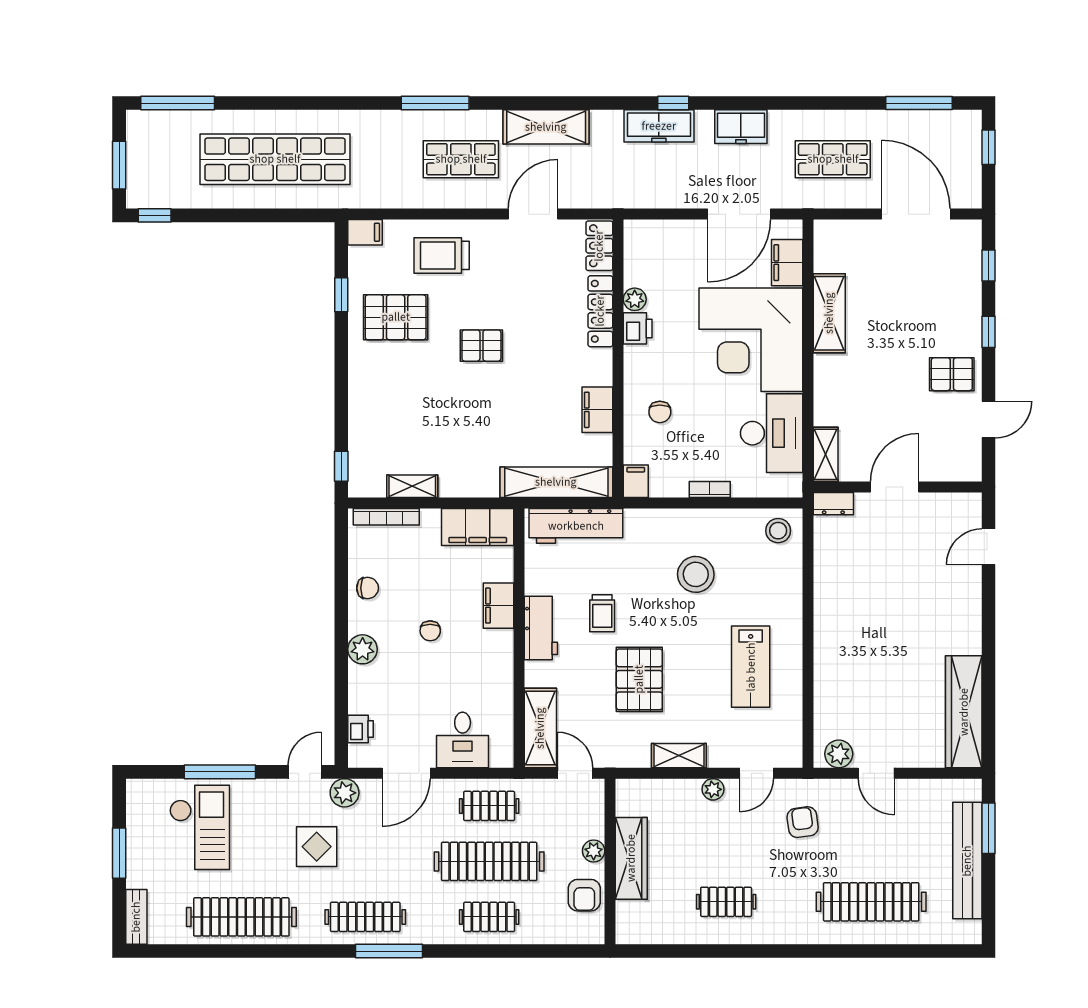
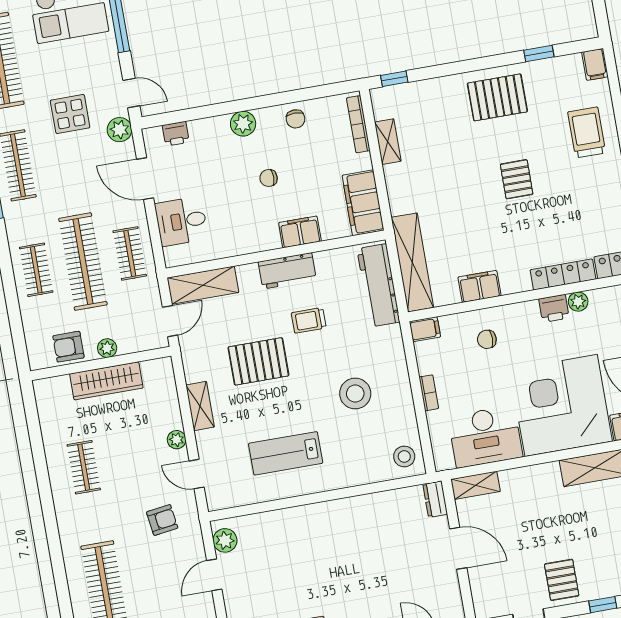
pallet: (396, 317) -> (497, 97), moved, turned 90

